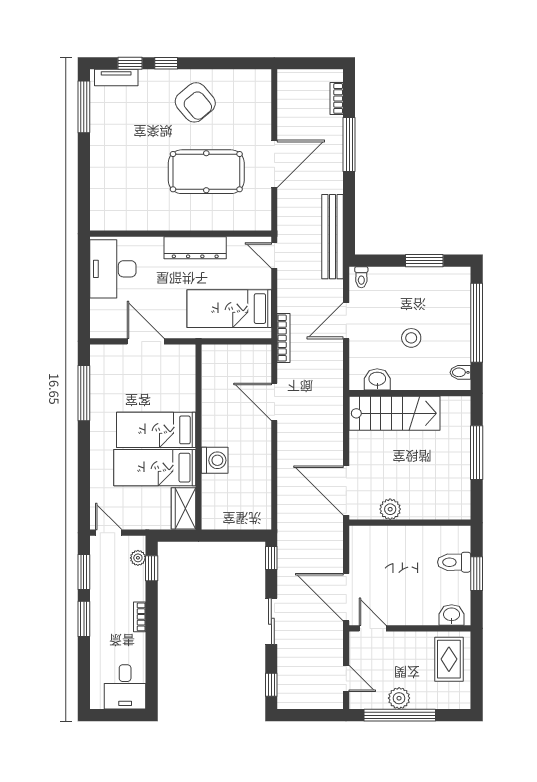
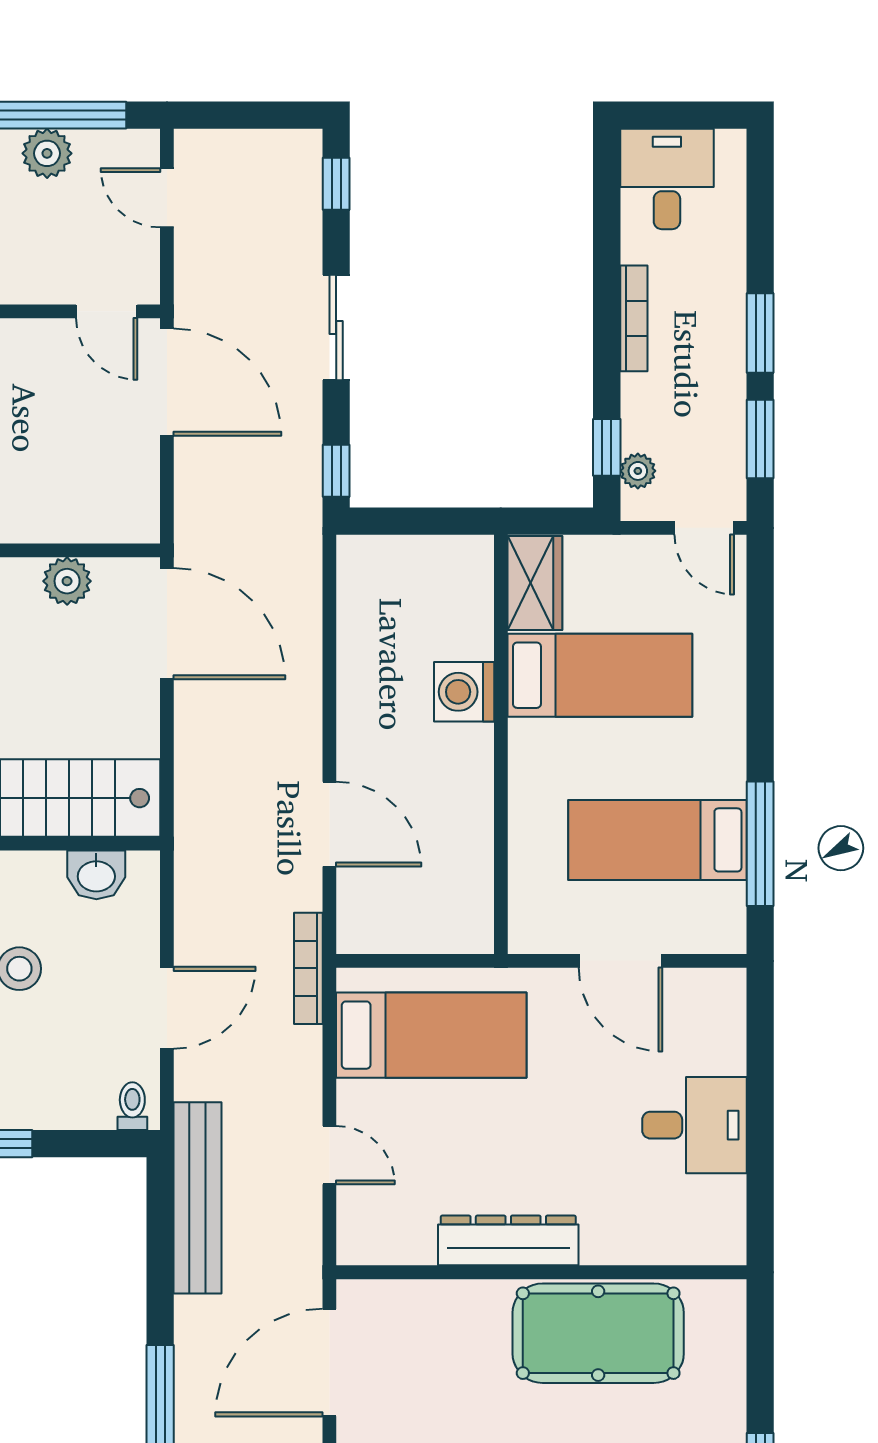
pool table: (206, 172) -> (598, 1333), moved
wall: (181, 234) -> (541, 1272), moved
dresser: (195, 248) -> (508, 1240), moved
desk: (113, 269) -> (695, 1125), width x0.73
bed: (156, 430) -> (657, 840), moved, turned 180
bookcase: (140, 617) -> (634, 318), width x1.56

